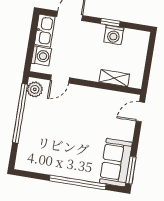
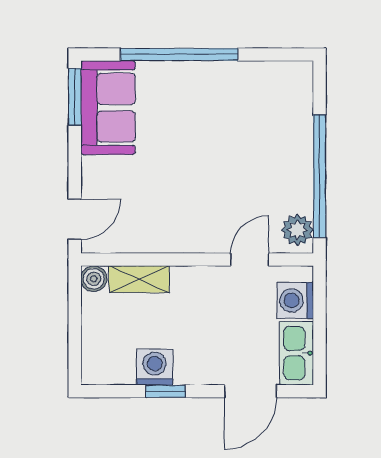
boiler: (136, 82) -> (94, 279), added

